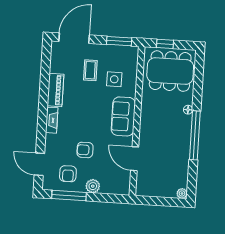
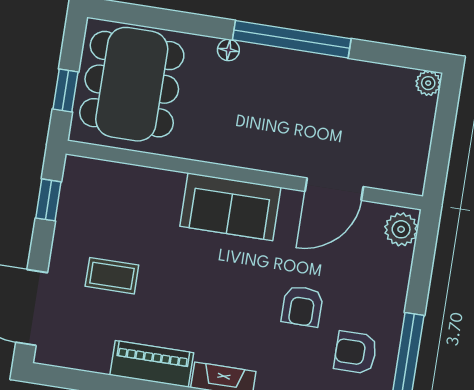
window: (119, 41) -> (48, 200), width x0.67
side table: (114, 79) -> (139, 220), removed
armchair: (68, 174) -> (356, 352), turned 180
plant: (93, 186) -> (401, 229), moved

